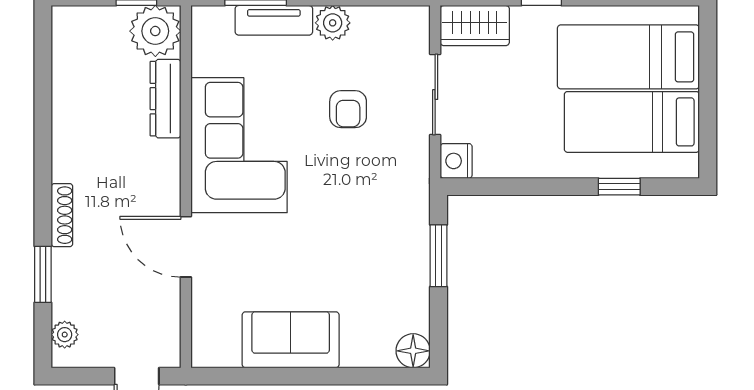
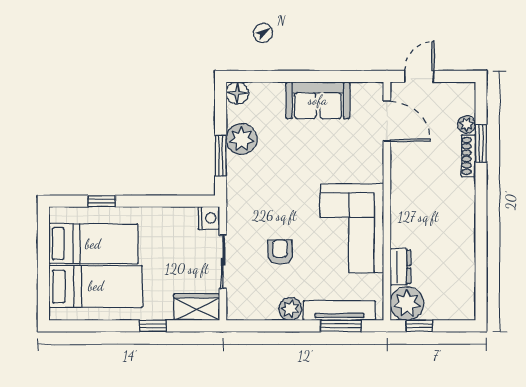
tv unit: (274, 20) -> (339, 311), width x1.41
dresser: (165, 99) -> (400, 267), width x0.70
shoe rack: (62, 215) -> (468, 156), moved
door: (186, 247) -> (387, 121), moved
plant: (407, 281) -> (242, 139), added
plant: (65, 335) -> (467, 124), moved

